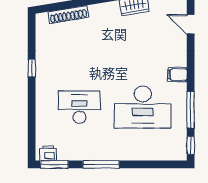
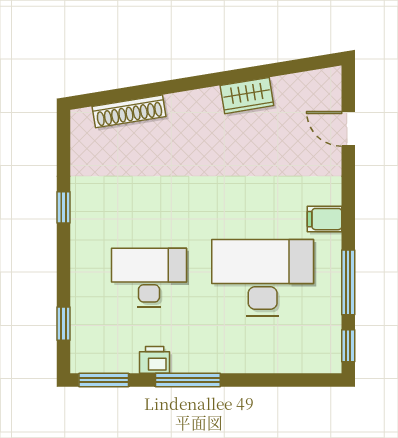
desk: (143, 107) -> (263, 278), turned 180
window: (32, 133) -> (63, 324), added
printer: (48, 153) -> (155, 360), moved

